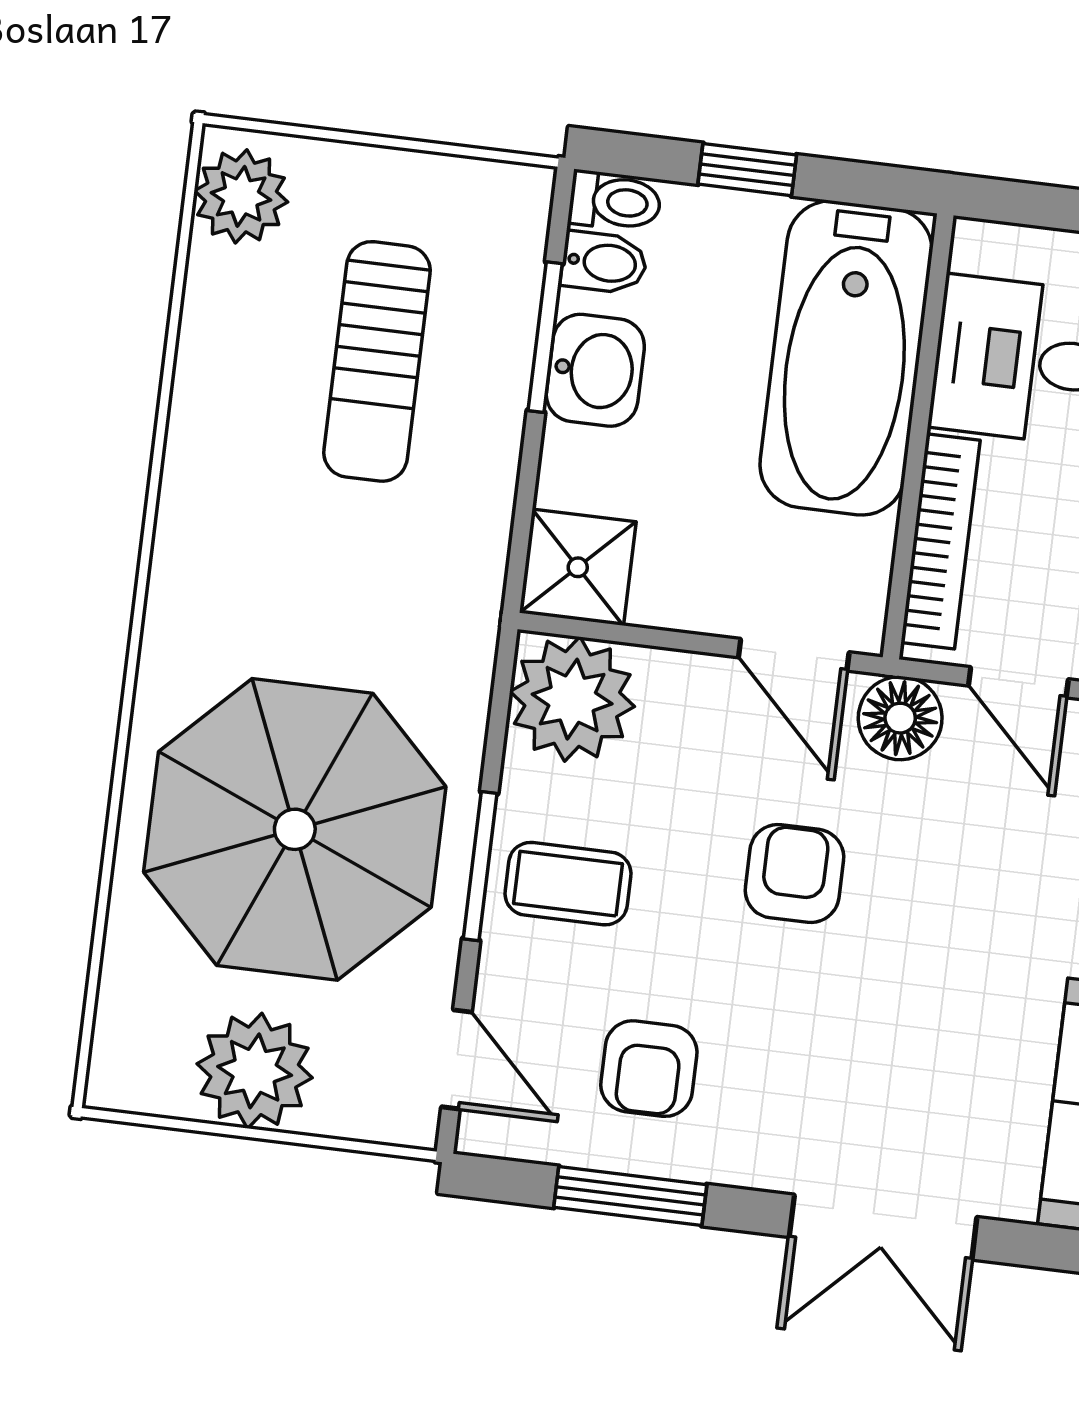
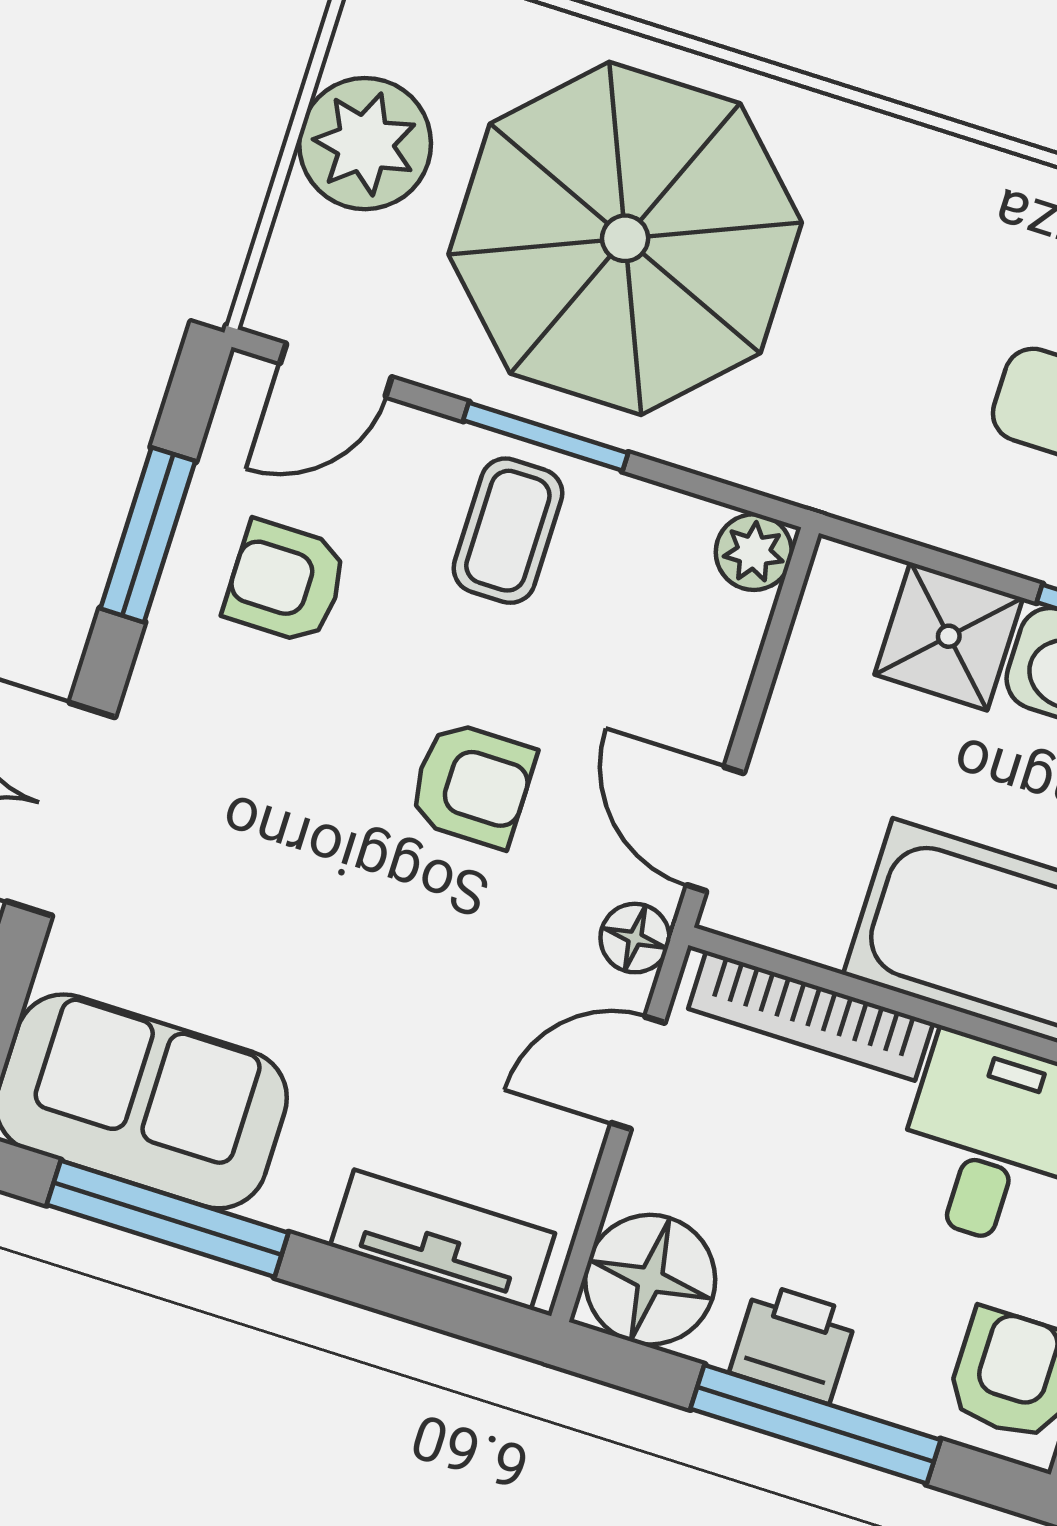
shower: (578, 567) -> (949, 636), moved
door: (794, 655) -> (715, 829), hinge flipped
plant: (572, 699) -> (754, 552), width x0.53, depth x0.53
floor lamp: (900, 718) -> (635, 938), width x0.73, depth x0.73

